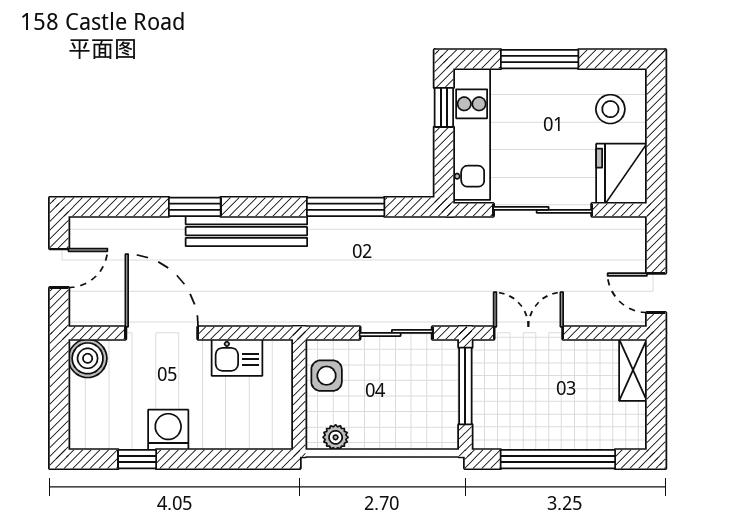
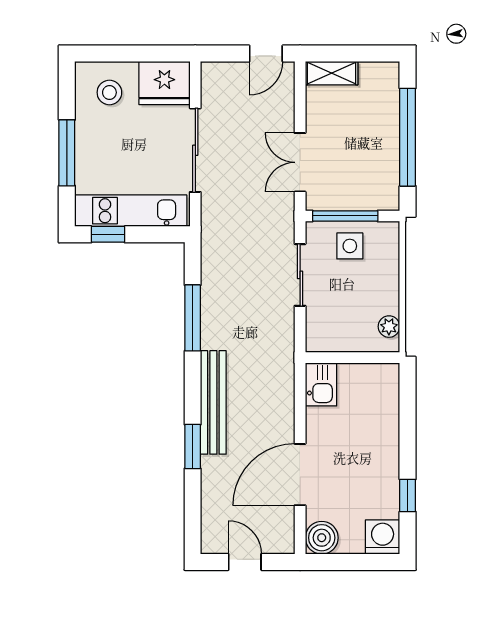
kitchen sink: (237, 358) -> (321, 384), moved
side table: (327, 376) -> (350, 246), moved
washing machine: (168, 430) -> (383, 537), moved, turned 90

